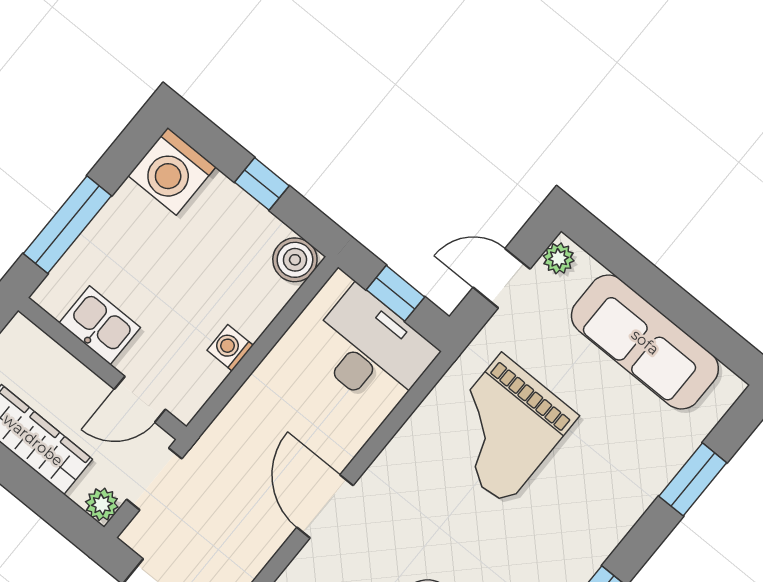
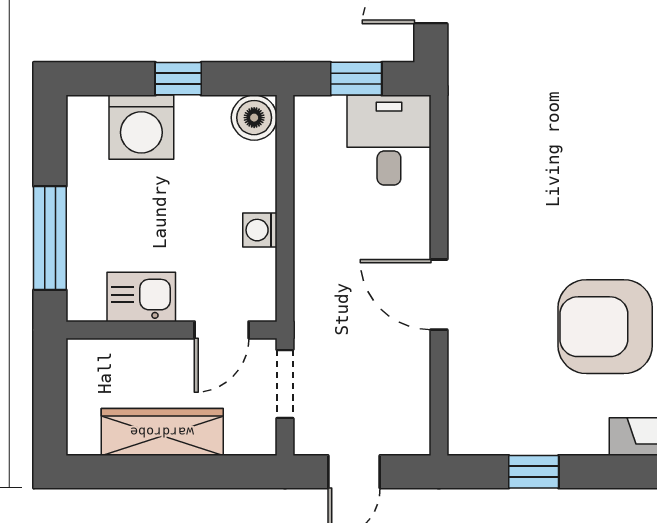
washing machine: (172, 171) -> (141, 127), moved
desk: (371, 350) -> (389, 140), width x0.73
grand piano: (504, 429) -> (531, 116), removed
plant: (102, 504) -> (260, 438), removed

